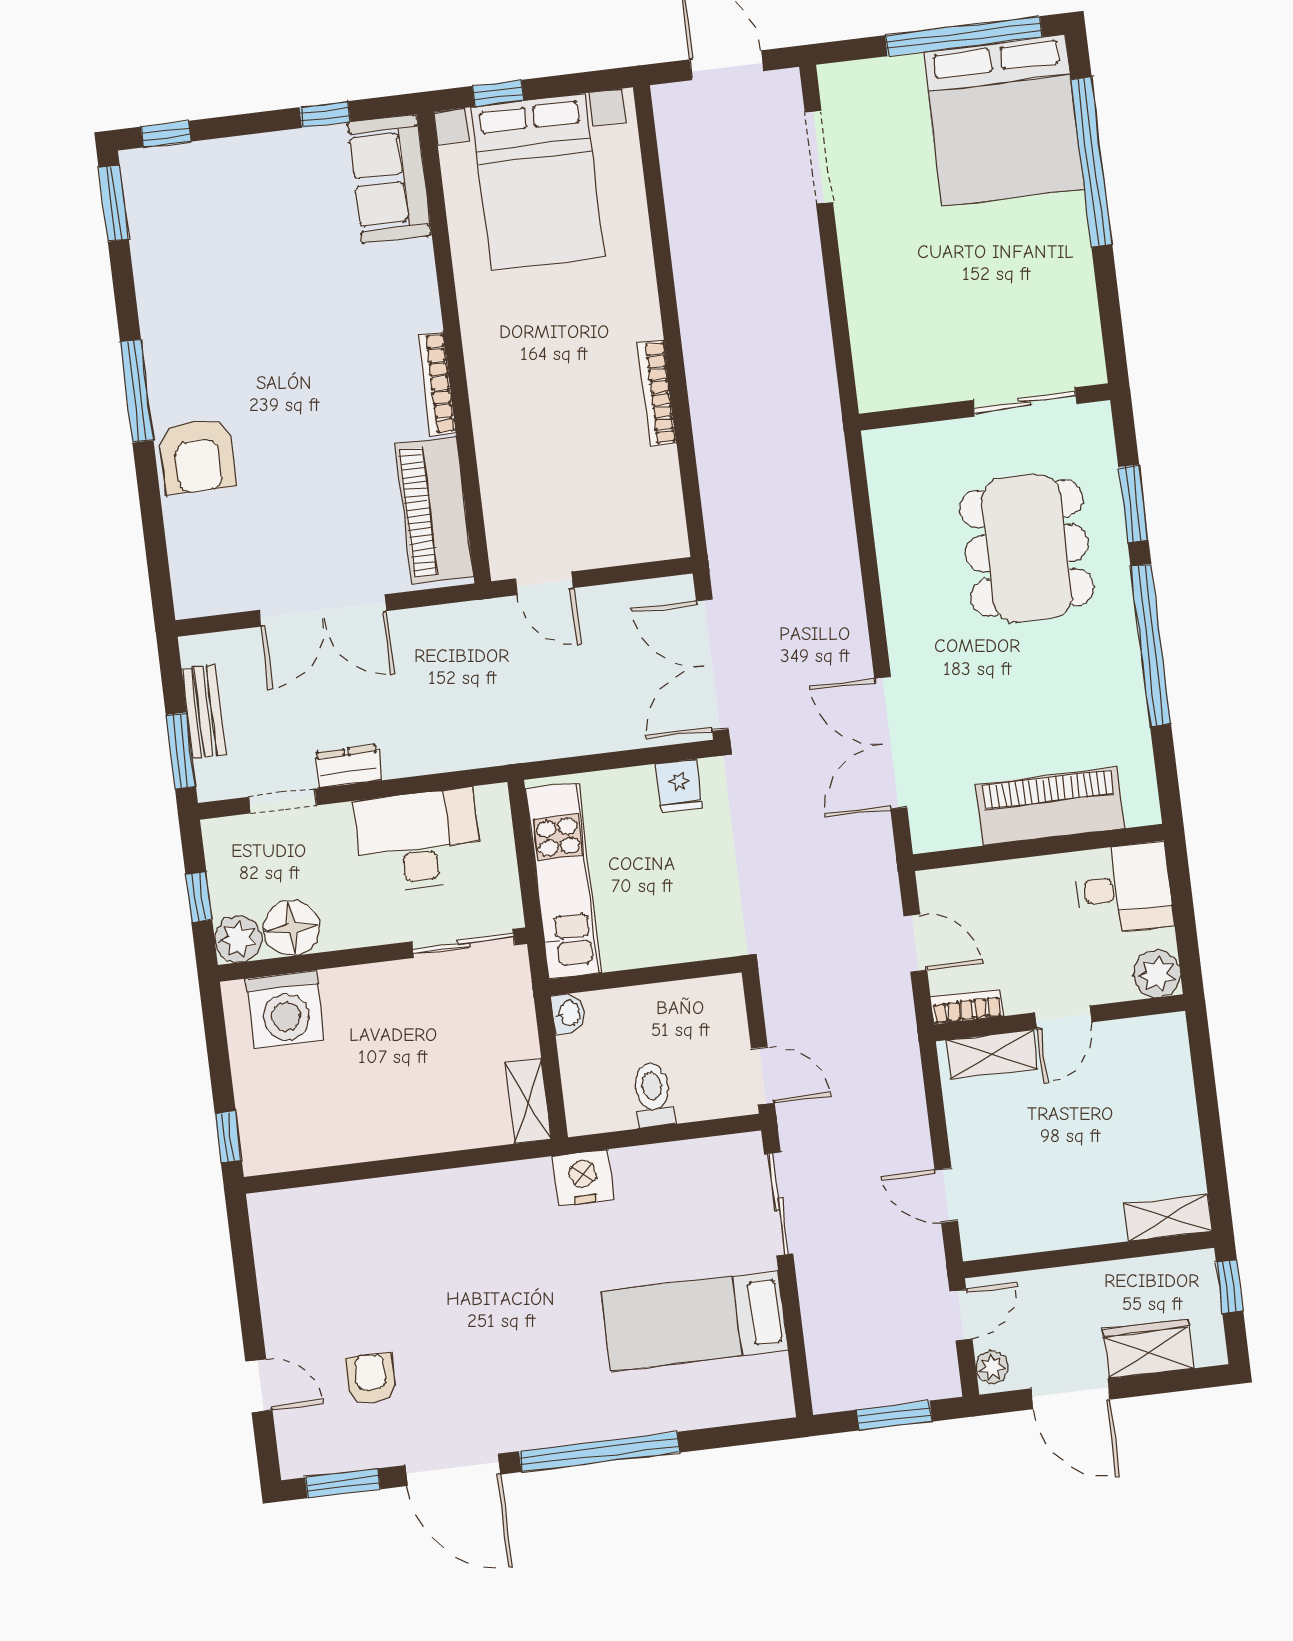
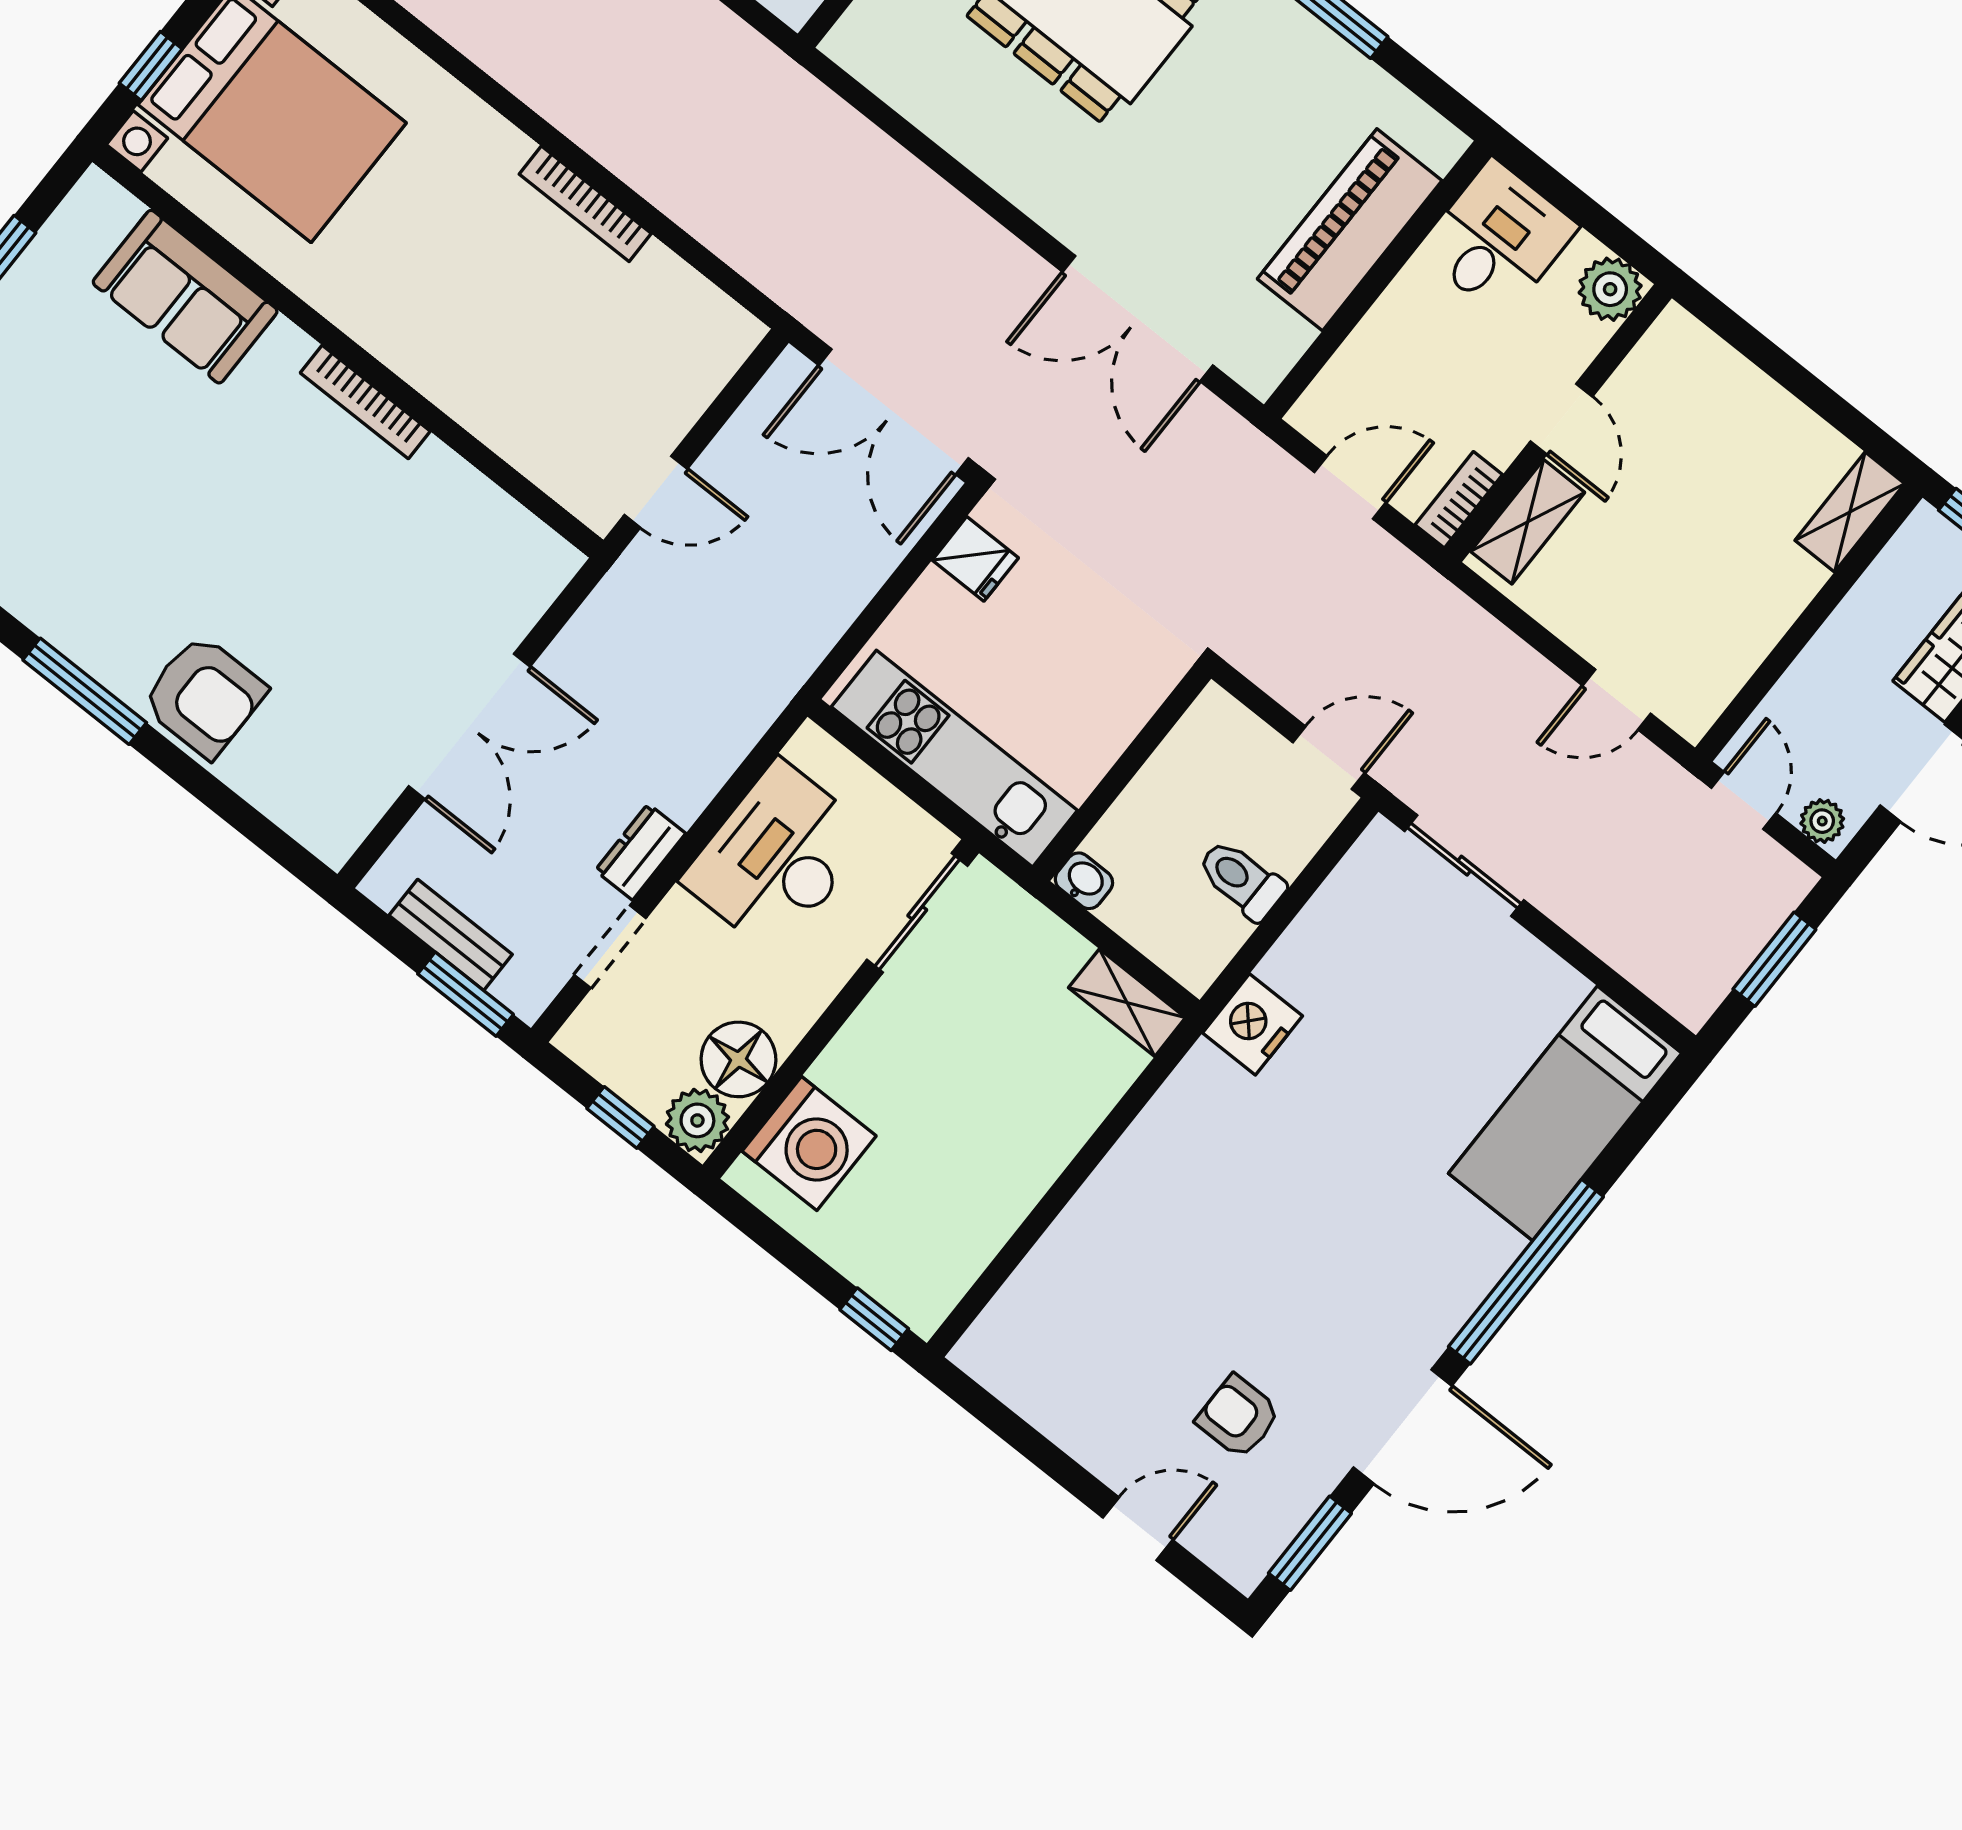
sofa: (389, 179) -> (185, 297), moved
piano: (435, 510) -> (482, 525), removed
bed: (695, 1321) -> (1565, 1113), moved

